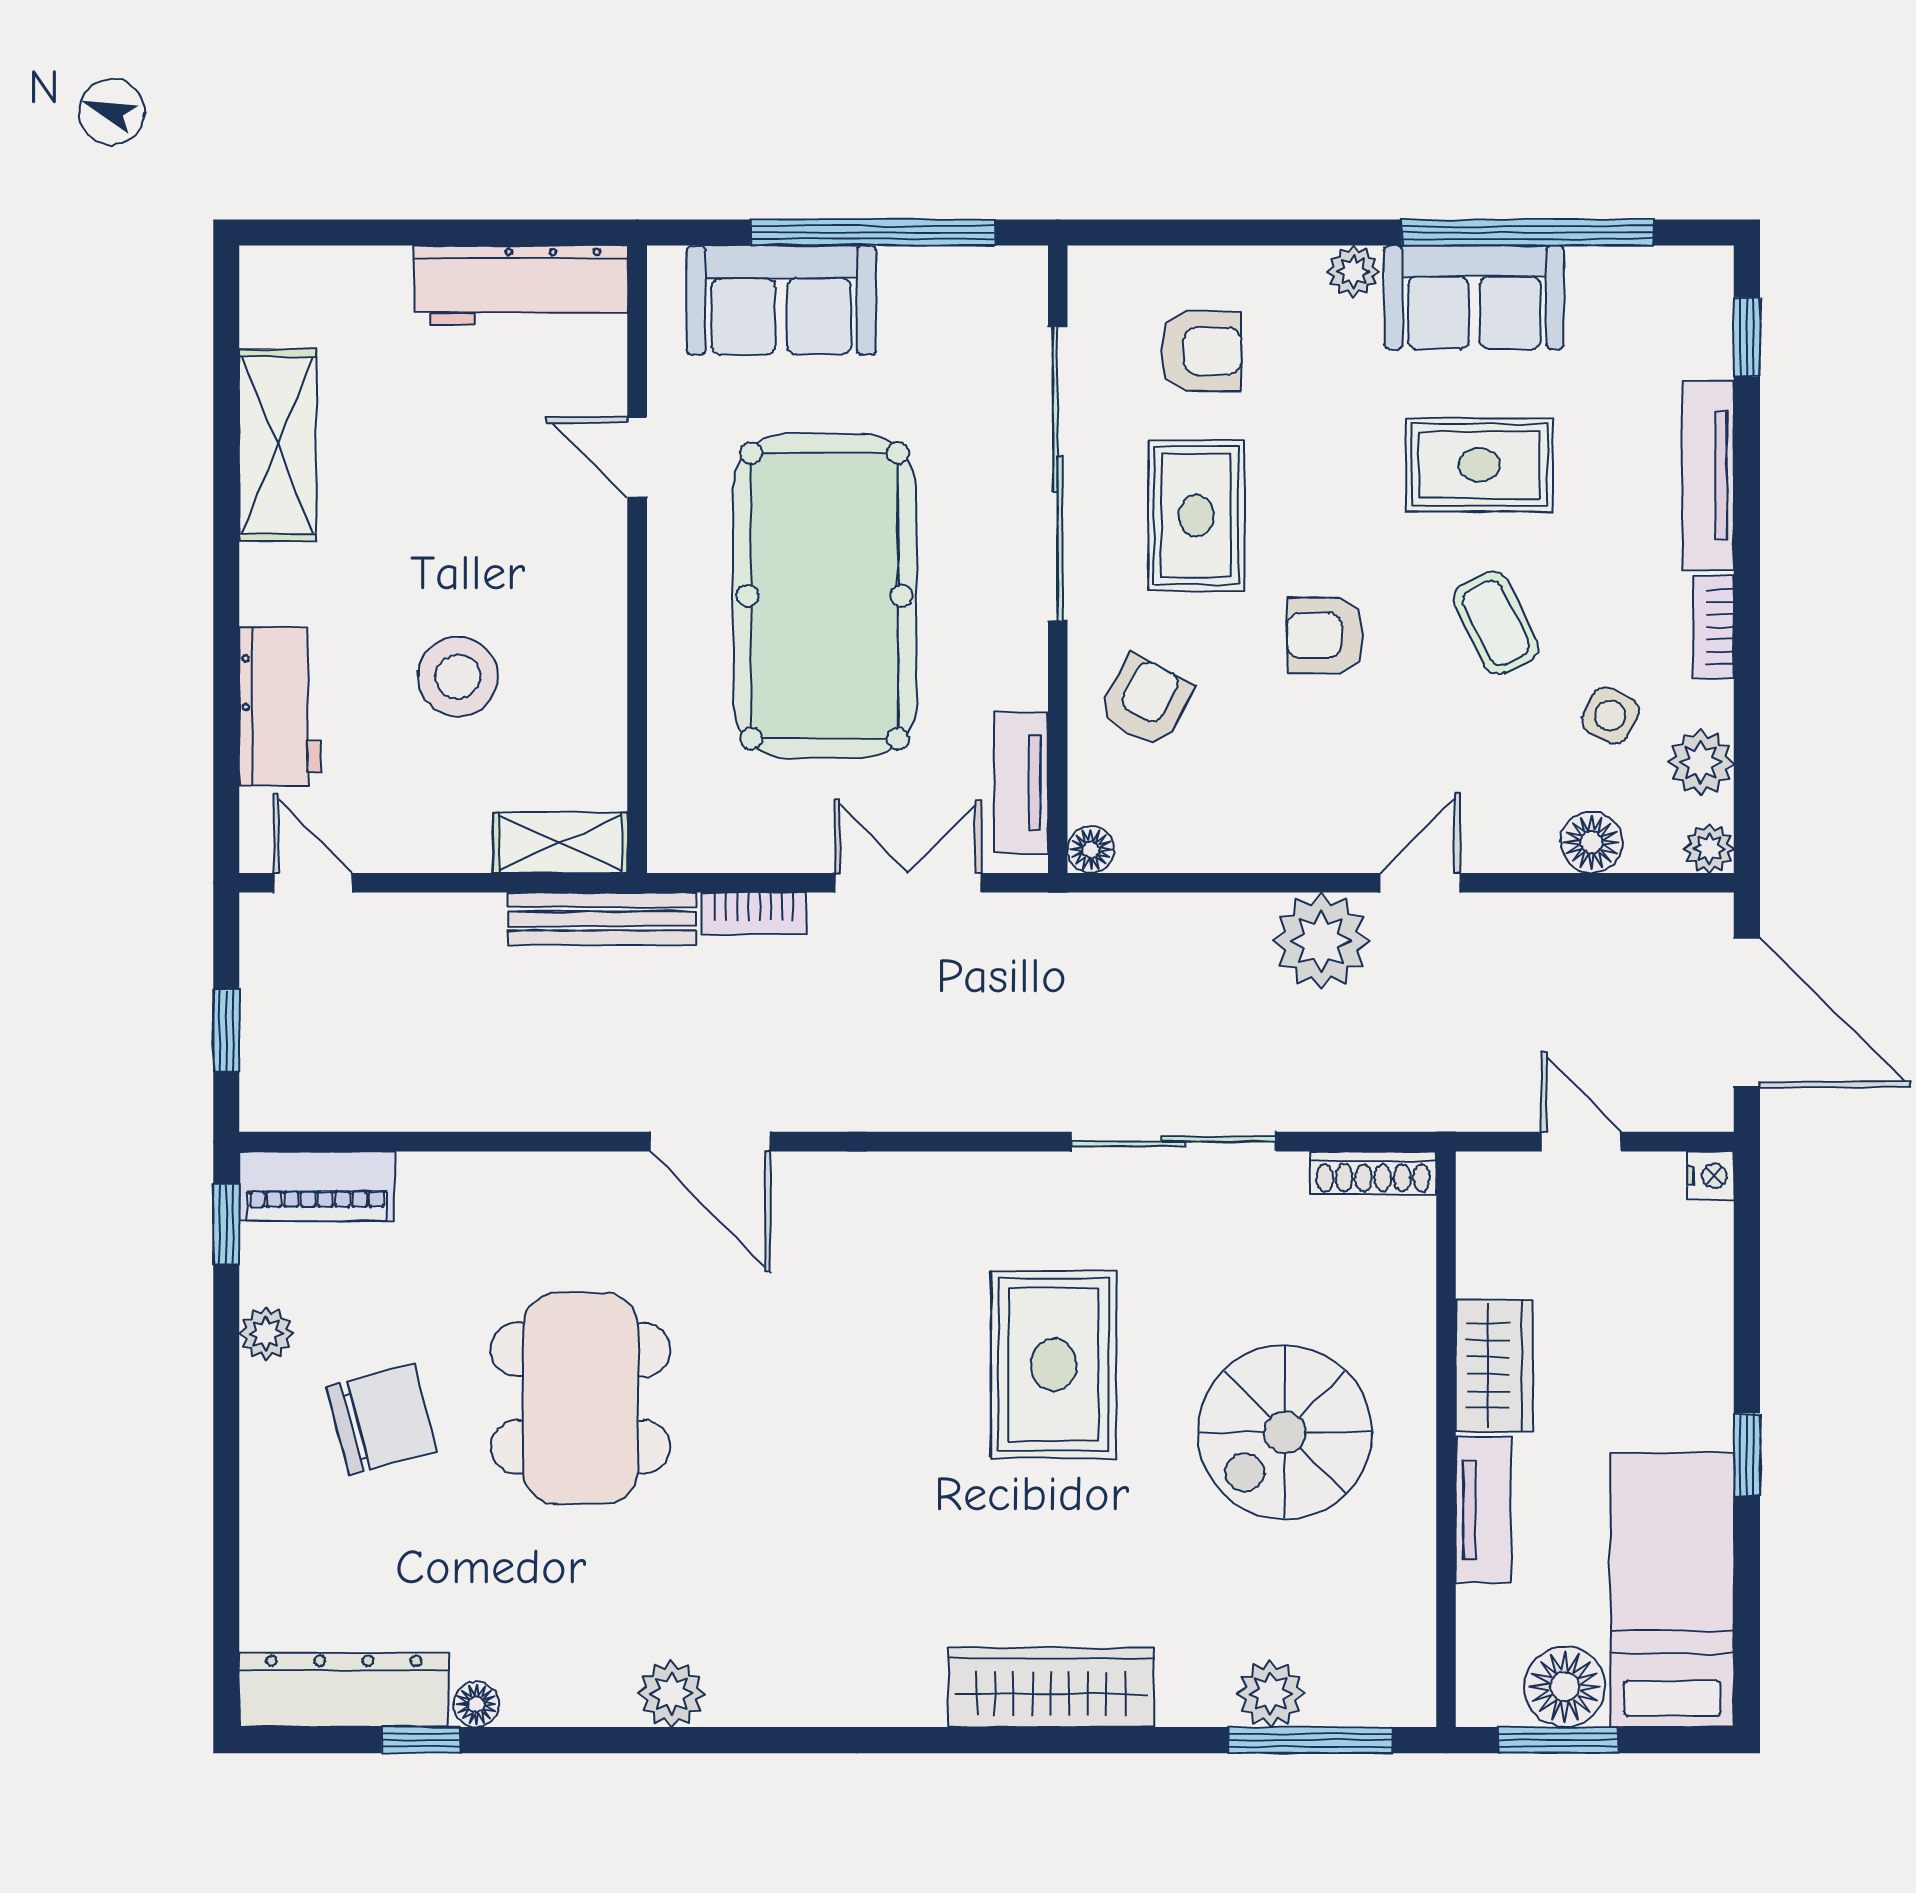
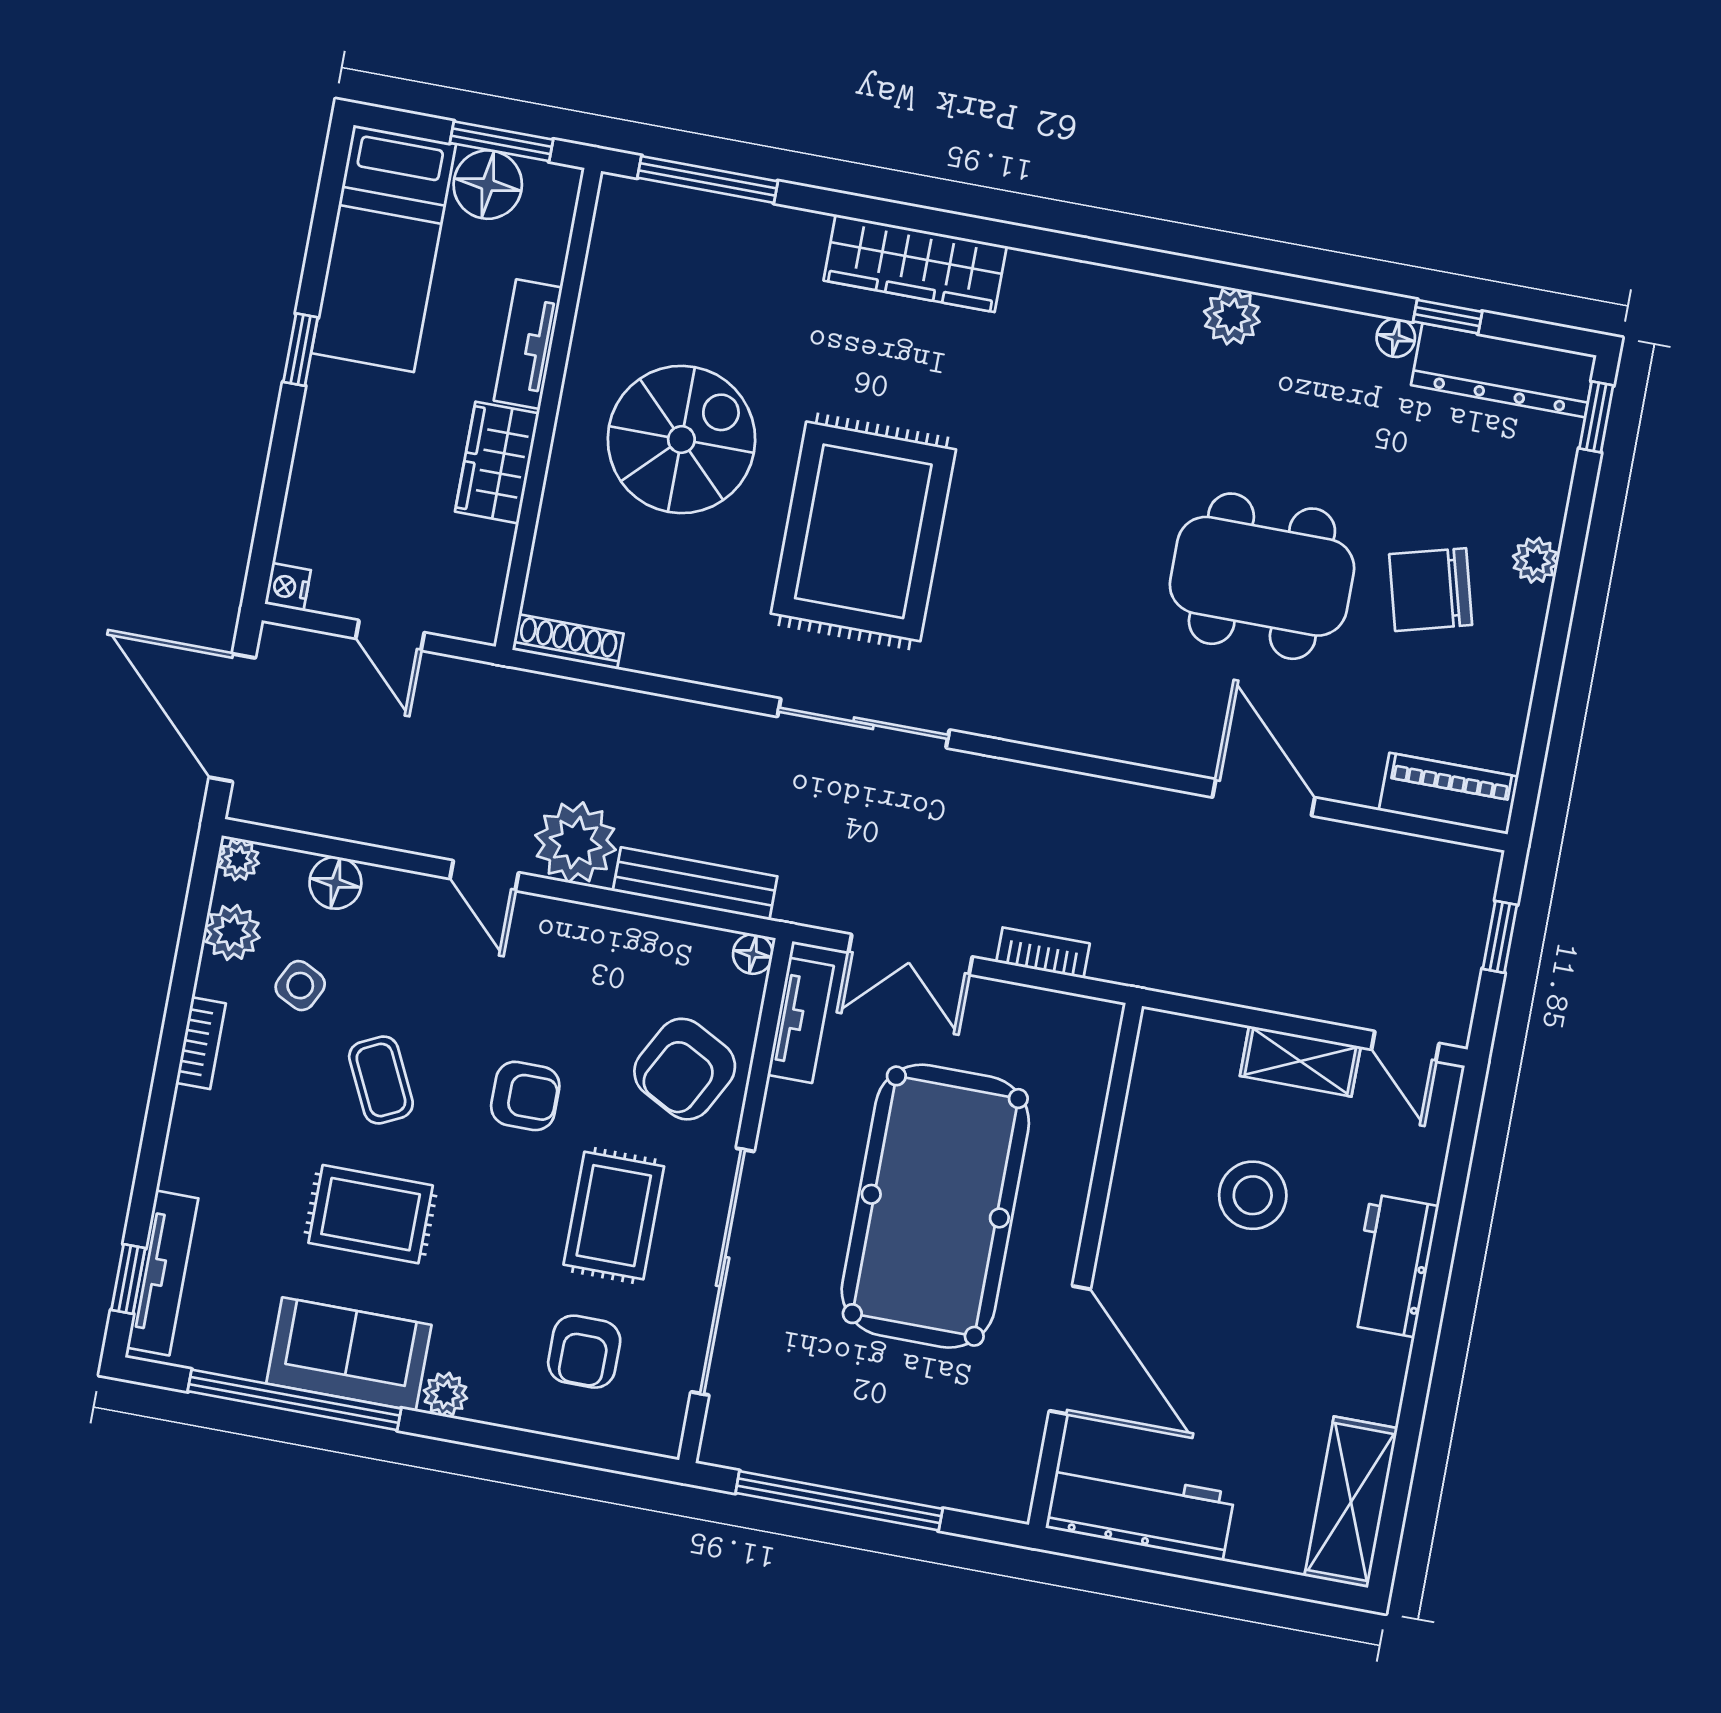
sofa: (781, 300) -> (926, 1459), removed
armchair: (1201, 351) -> (584, 1352), turned -90
shelving: (278, 445) -> (1351, 1502), moved
door: (637, 457) -> (1070, 1350), width x1.87
tv unit: (1708, 476) -> (163, 1273), moved
armchair: (1145, 701) -> (685, 1069), width x1.38, depth x1.38
workbench: (280, 706) -> (1393, 1265), moved
shelving: (560, 843) -> (1300, 1061), moved
door: (1420, 883) -> (484, 876), hinge flipped
bench: (602, 919) -> (695, 884), moved
door: (710, 1142) -> (1264, 797), moved
sliding door: (1174, 1142) -> (863, 723), moved
window: (226, 1224) -> (1596, 417), moved
plant: (266, 1334) -> (1535, 560), moved
rug: (1054, 1365) -> (863, 531), width x1.37, depth x1.44
dining table: (581, 1398) -> (1262, 576), turned 90
plant: (1270, 1694) -> (734, 224), removed

